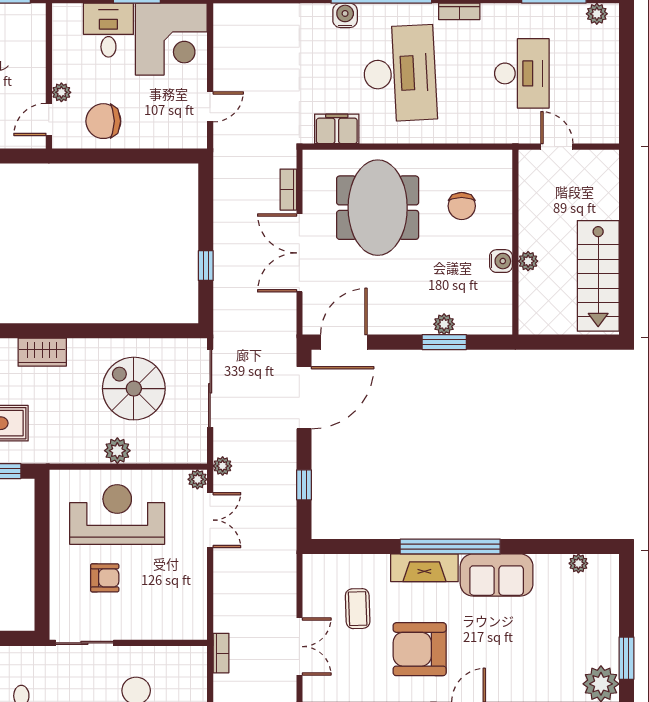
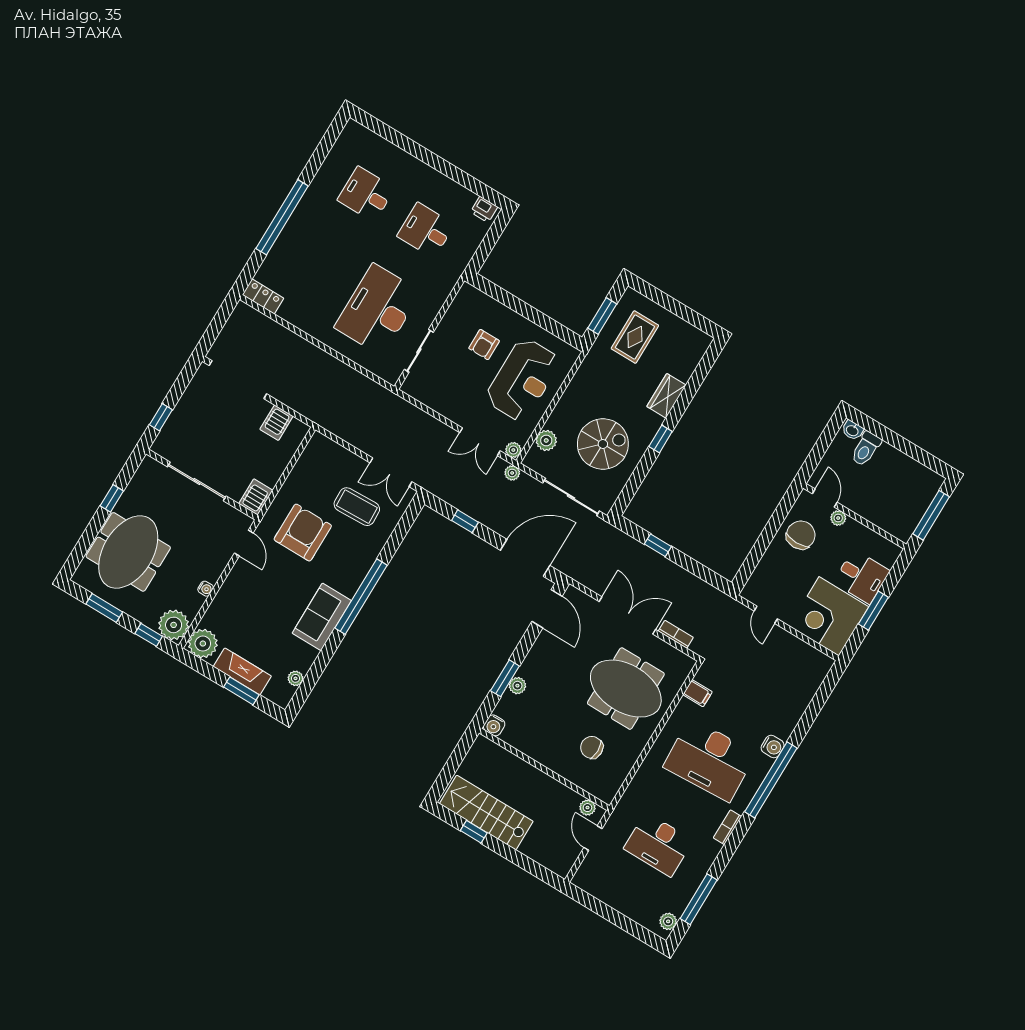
filing cabinet: (337, 129) -> (698, 693), width x0.50
door: (557, 147) -> (593, 838), swing flipped
water cooler: (501, 261) -> (494, 725), moved
plant: (528, 261) -> (587, 808), moved
window: (626, 277) -> (474, 832), added
window: (92, 331) -> (661, 439), added
door: (304, 398) -> (525, 558), swing flipped
plant: (117, 451) -> (546, 440), moved
fireplace: (424, 568) -> (242, 671), moved, turned 90
coffee table: (358, 609) -> (357, 507), width x1.36, depth x1.30
sliding door: (84, 643) -> (419, 351), moved
double door: (299, 647) -> (391, 472), moved
bookcase: (221, 653) -> (383, 394), removed
window: (626, 658) -> (241, 691), moved

